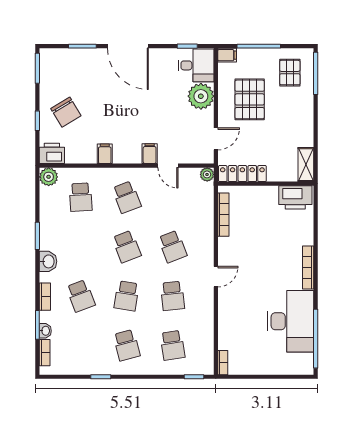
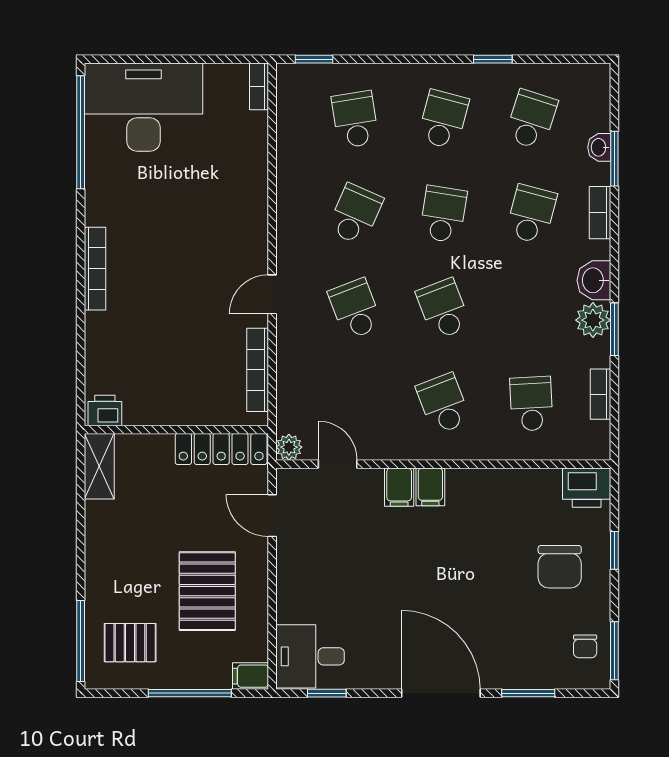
chair: (53, 71) -> (585, 646), added
pallet: (290, 73) -> (130, 643), turned 90
plant: (201, 96) -> (301, 597), removed
chair: (66, 112) -> (560, 567), turned -149
door: (216, 139) -> (272, 516), hinge flipped
filing cabinet: (105, 154) -> (430, 487), moved
door: (168, 166) -> (338, 464), moved
plant: (49, 177) -> (593, 320), moved
printer: (295, 197) -> (105, 410), width x0.53, depth x0.68
door: (216, 277) -> (272, 294), moved
school desk: (81, 296) -> (531, 214), turned 36
school desk: (173, 296) -> (355, 214), turned 30
desk: (291, 321) -> (143, 107), moved, turned 90
school desk: (81, 345) -> (531, 119), added
school desk: (127, 345) -> (443, 119), turned 30
bookcase: (45, 353) -> (600, 394), moved

